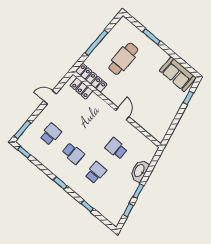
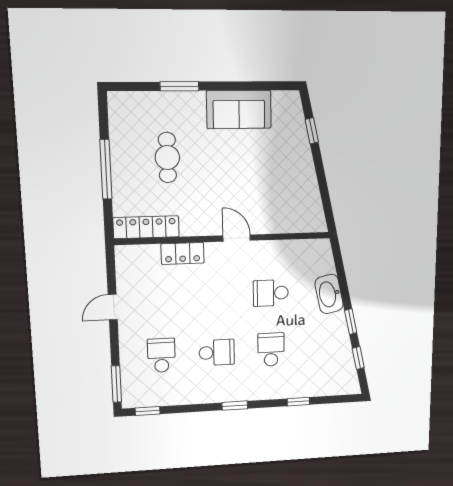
cafe table: (123, 59) -> (167, 158), width x0.73, depth x0.74
sofa: (178, 74) -> (239, 110), moved
locker: (82, 88) -> (183, 253), moved

